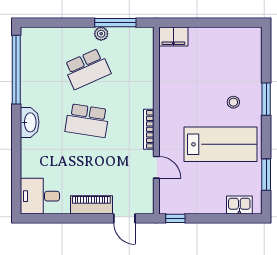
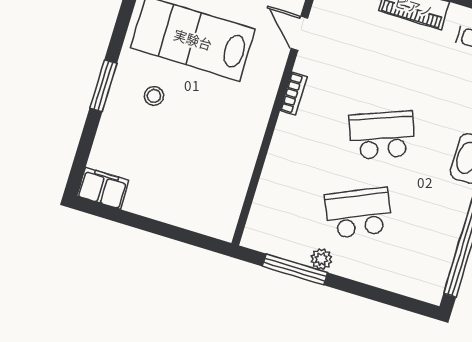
filing cabinet: (173, 36) -> (103, 188), moved
school desk: (87, 121) -> (382, 135), turned -30
bookcase: (149, 129) -> (294, 94), width x0.64

